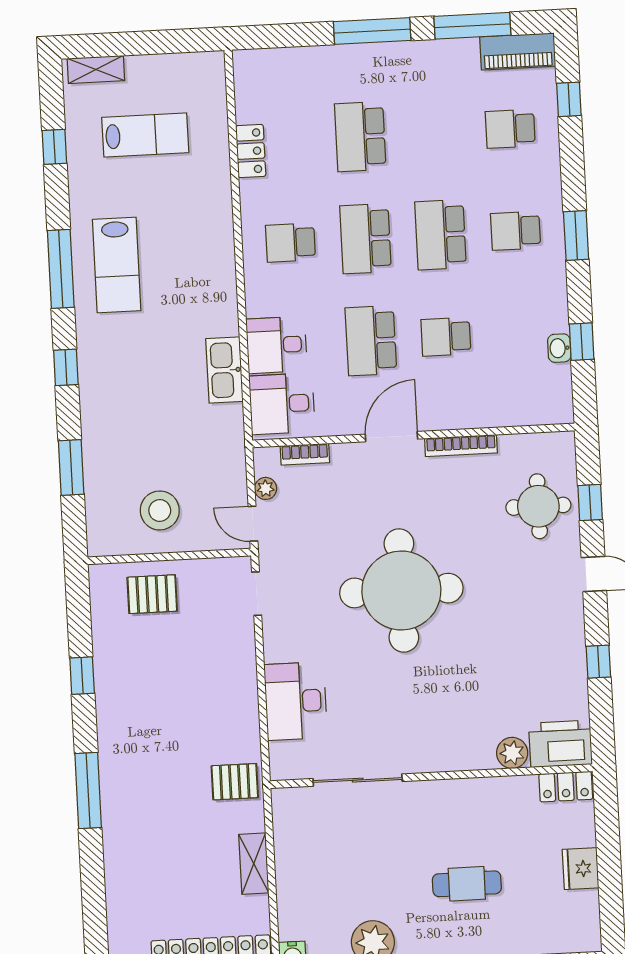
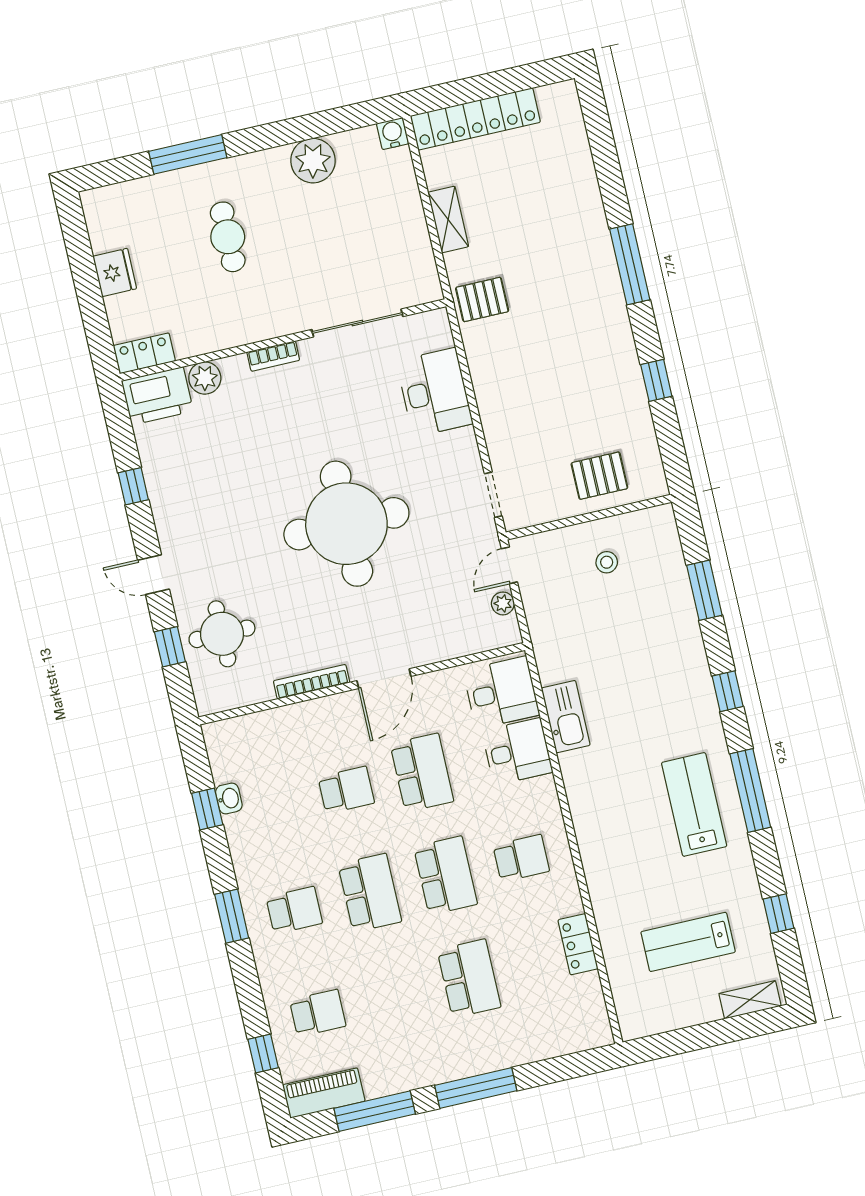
bookcase: (305, 454) -> (273, 356), moved, turned 180
stool: (160, 510) -> (607, 562), width x0.53, depth x0.53
door: (253, 524) -> (509, 565), swing flipped
cafe table: (467, 884) -> (228, 237), turned 90

